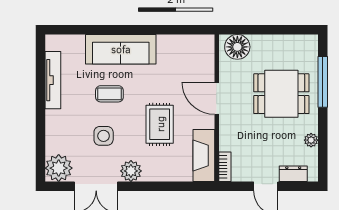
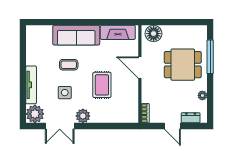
tv unit: (53, 80) -> (31, 85), moved
fireplace: (204, 155) -> (118, 32), moved, turned -90

